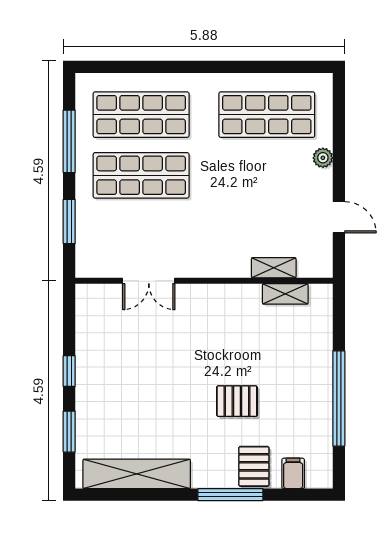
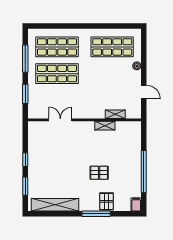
double door: (149, 281) -> (60, 120), swing flipped
shelving: (285, 294) -> (105, 126), moved
filing cabinet: (293, 473) -> (136, 205), moved

